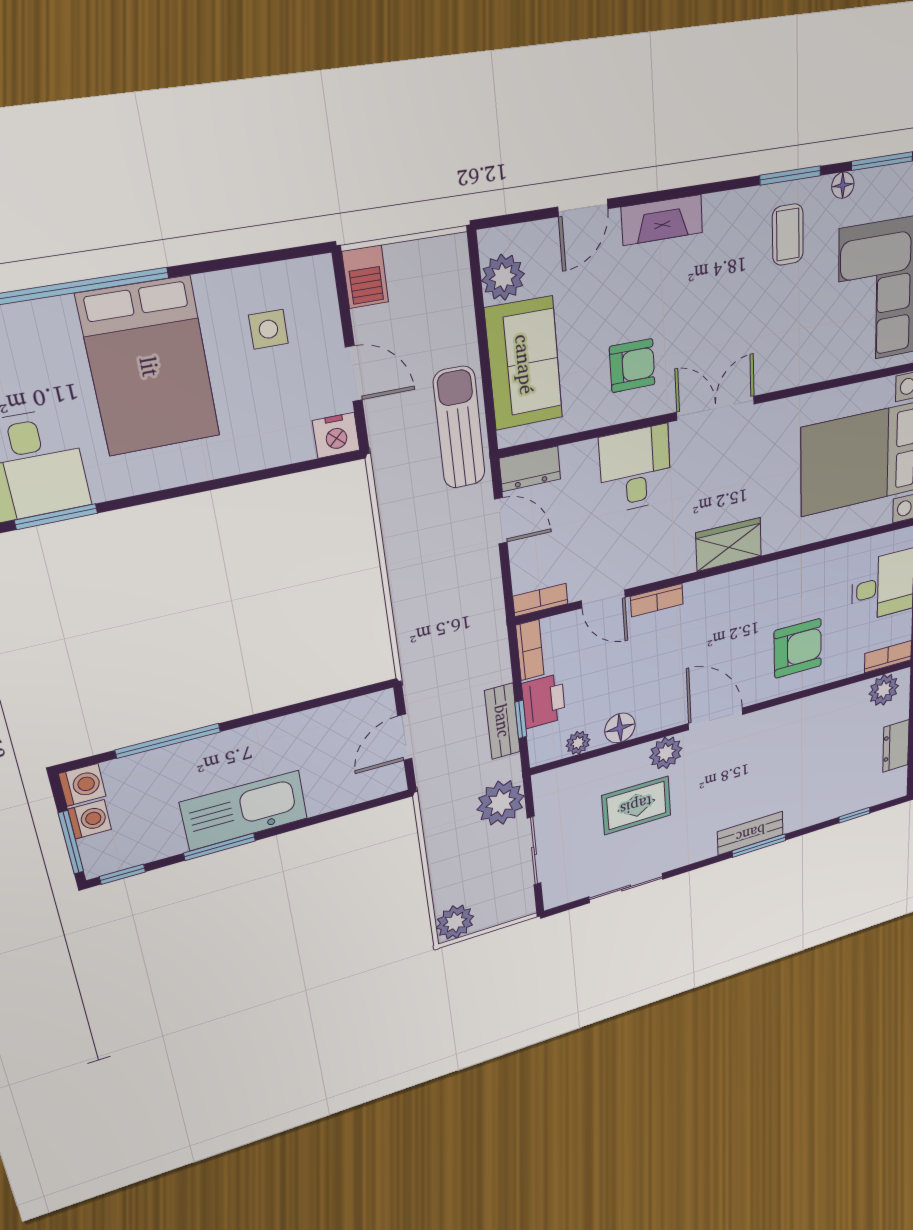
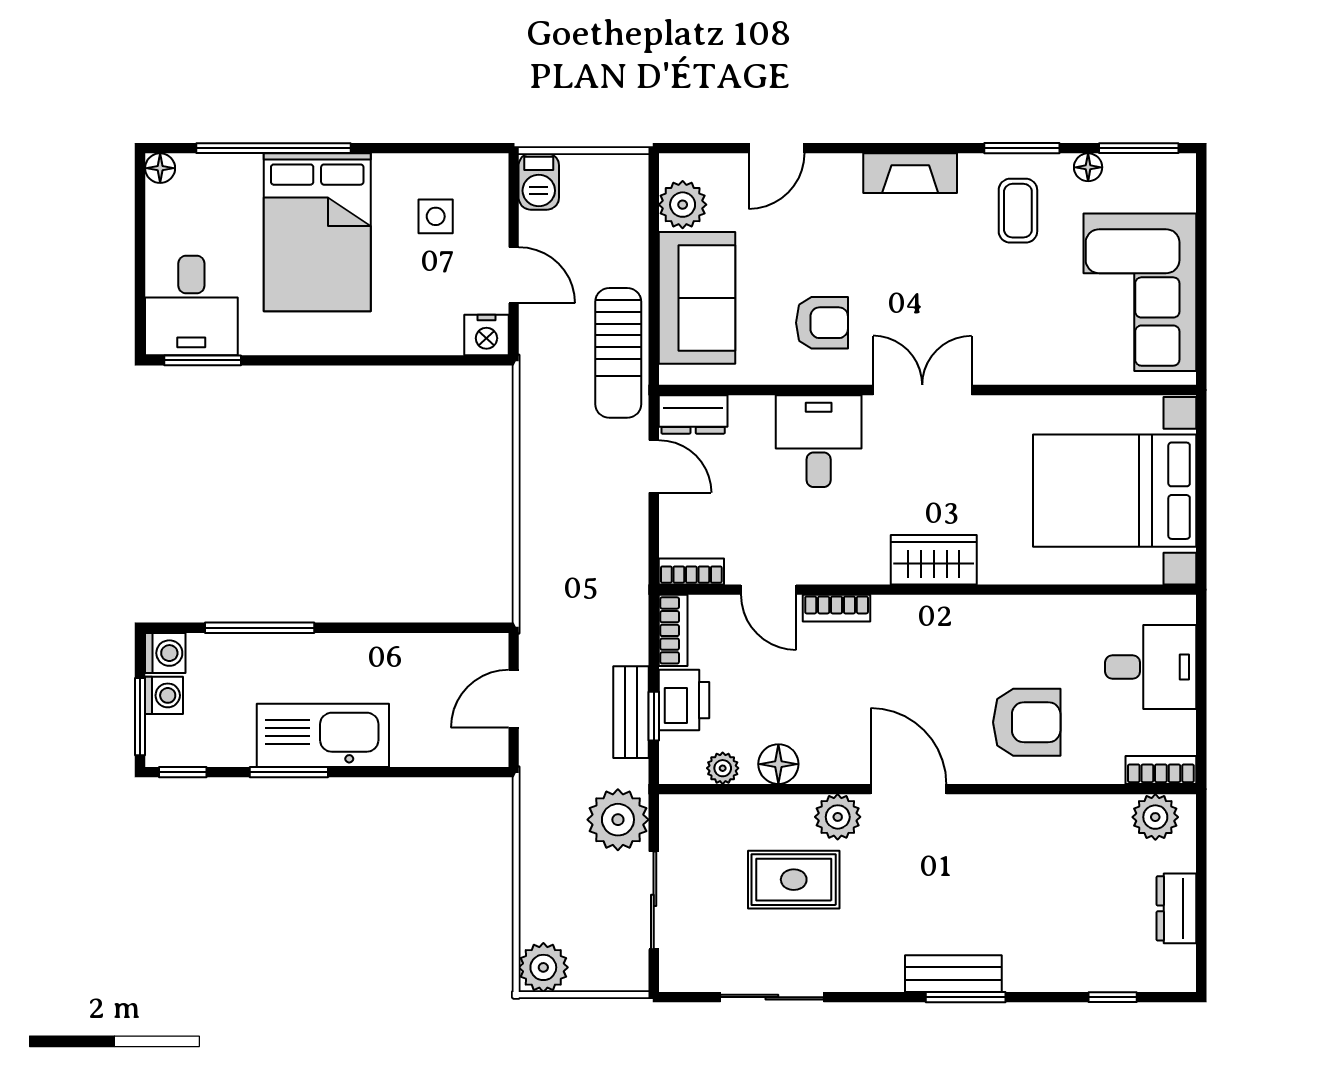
fireplace: (662, 220) -> (910, 173), moved
sun lounger: (459, 428) -> (618, 353), turned 180

